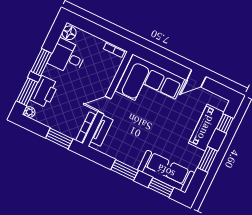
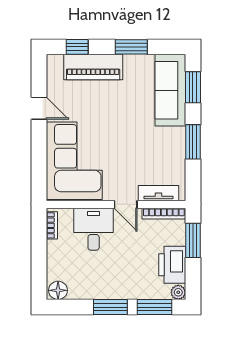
desk: (67, 57) -> (94, 229), moved, turned 180
printer: (44, 92) -> (172, 265), moved, turned -90

